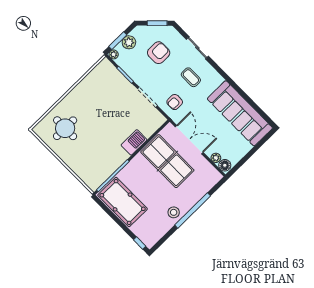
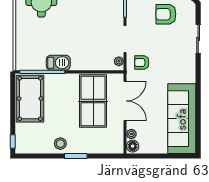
armchair: (159, 53) -> (166, 14), turned 180
coffee table: (191, 77) -> (172, 56), removed
plant: (158, 117) -> (119, 61), added
barbecue: (134, 142) -> (58, 63), moved
window: (193, 210) -> (76, 156), width x0.47

